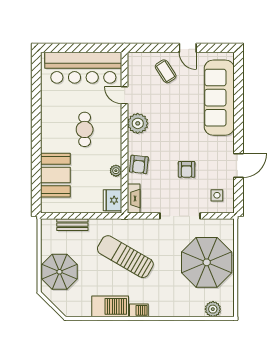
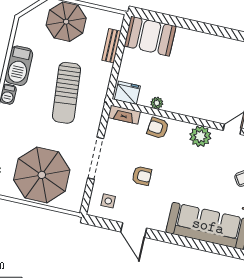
cafe table: (85, 129) -> (206, 80), removed
armchair: (187, 169) -> (142, 176), turned 180
booth: (55, 175) -> (150, 36), moved
sun lounger: (125, 257) -> (66, 93), turned 145

